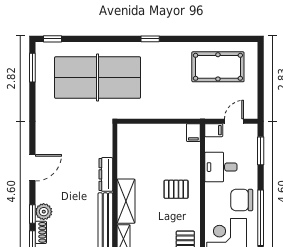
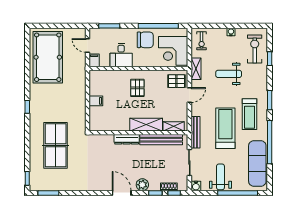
pool table: (218, 67) -> (48, 57), width x1.36, depth x1.32
table tennis table: (98, 78) -> (56, 145), width x0.73, depth x0.76
filing cabinet: (193, 133) -> (96, 101), moved
chair: (242, 200) -> (145, 40), turned -90
plant: (44, 212) -> (142, 185), moved

